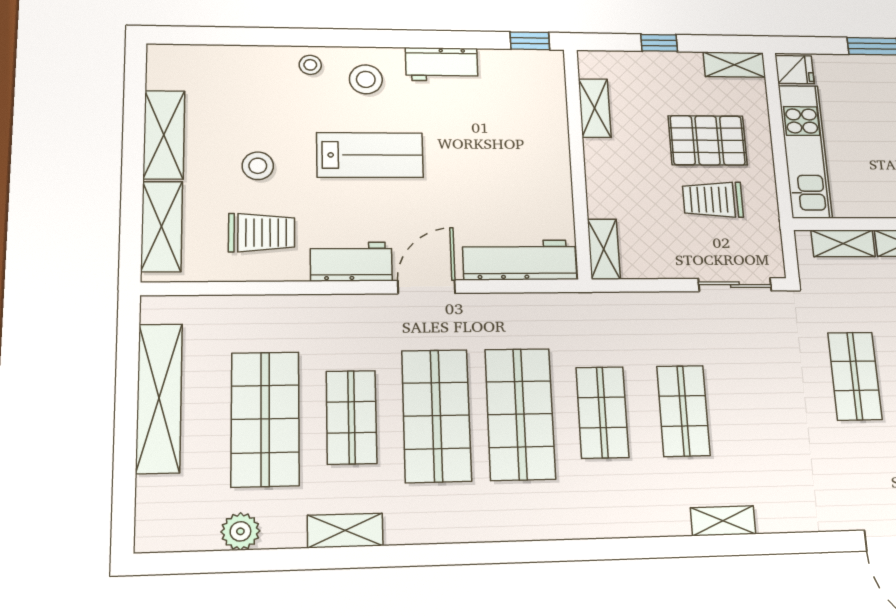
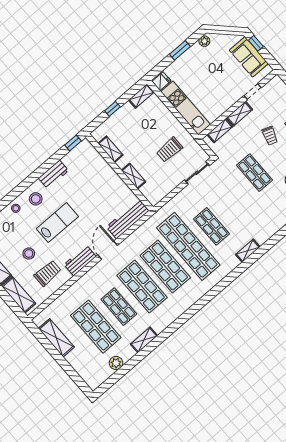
pallet: (708, 140) -> (153, 130), removed
shelving: (604, 249) -> (133, 176), moved
shelving: (159, 398) -> (56, 338), width x0.68
shop shelf: (602, 412) -> (188, 246), width x2.00, depth x1.36

